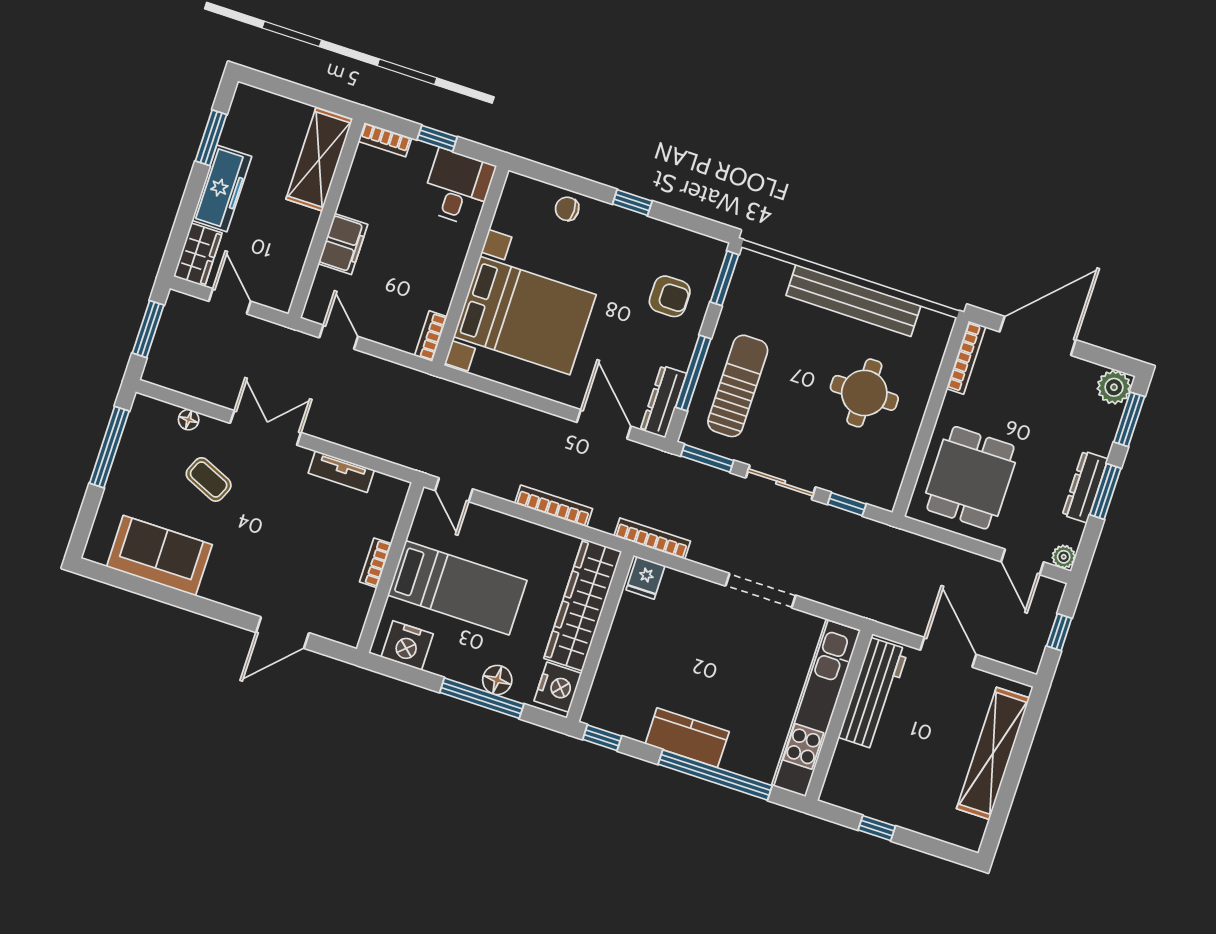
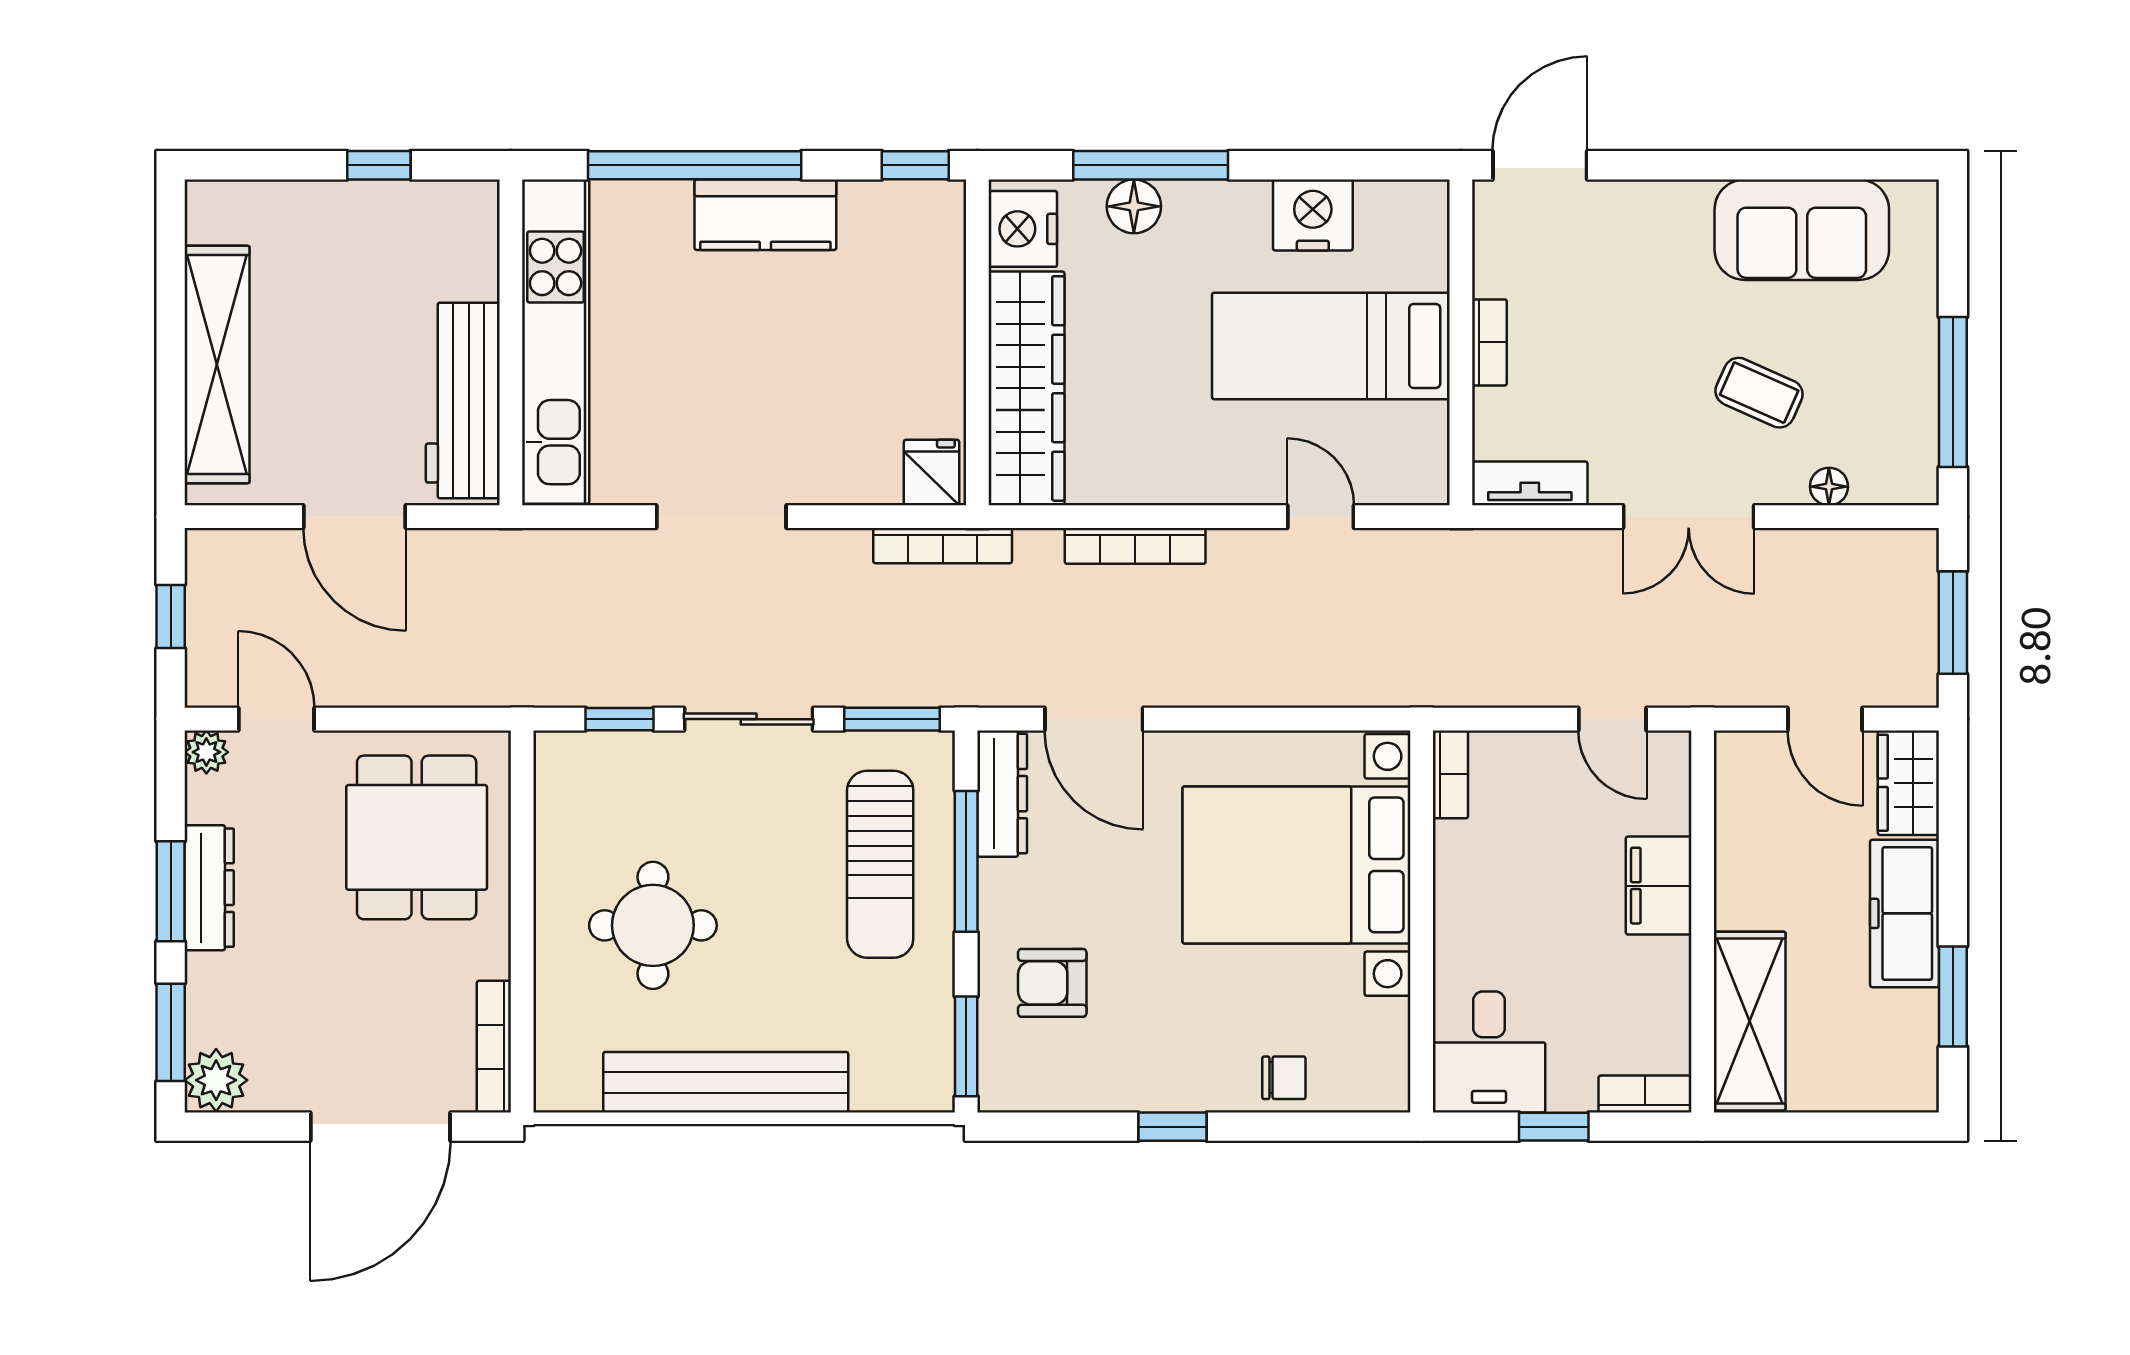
bookcase: (376, 563) -> (1489, 342), moved
wall: (390, 568) -> (1461, 342), moved
bed: (457, 588) -> (1331, 346), moved

